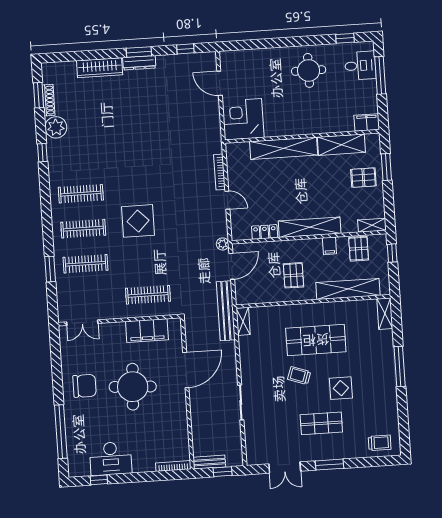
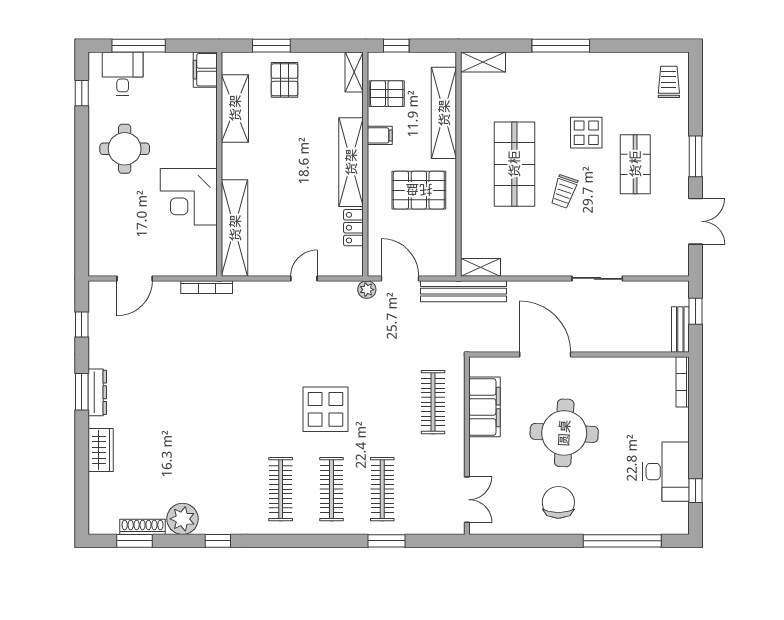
wardrobe: (100, 68) -> (101, 450), width x0.67
corner desk: (243, 119) -> (189, 197), moved
shelving: (284, 148) -> (235, 228), moved
bookcase: (219, 172) -> (207, 287), moved
pallet: (293, 275) -> (419, 190), width x1.50, depth x1.42

